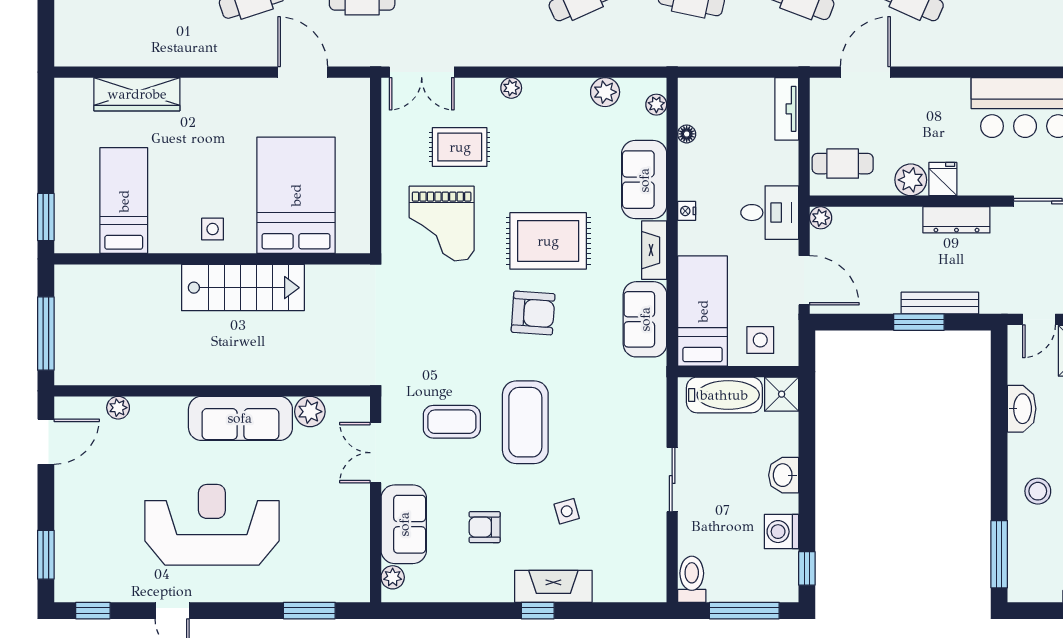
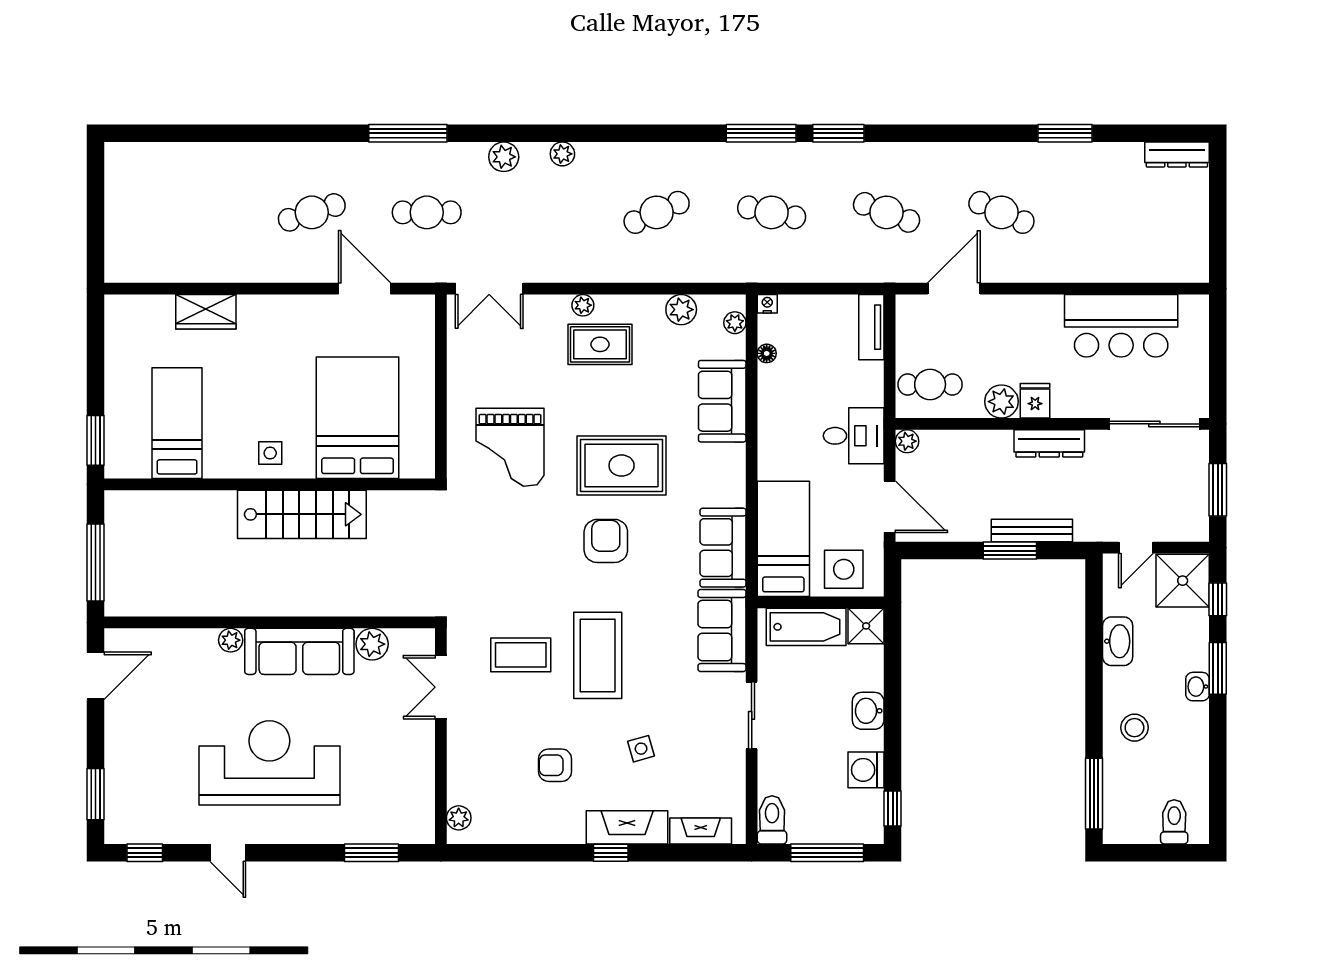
wardrobe: (137, 94) -> (206, 312), width x0.67
rug: (460, 147) -> (600, 344), moved
nightstand: (687, 211) -> (767, 304), moved, turned 90
fireplace: (654, 250) -> (701, 831), moved, turned 90
armchair: (533, 313) -> (606, 541), turned -94
side table: (760, 340) -> (844, 569), width x1.37, depth x1.37
plant: (118, 408) -> (231, 640), moved
sofa: (404, 524) -> (722, 631), moved, turned 180

